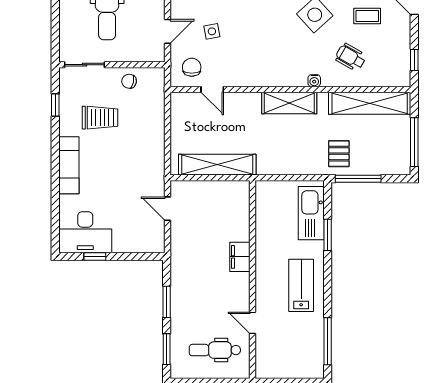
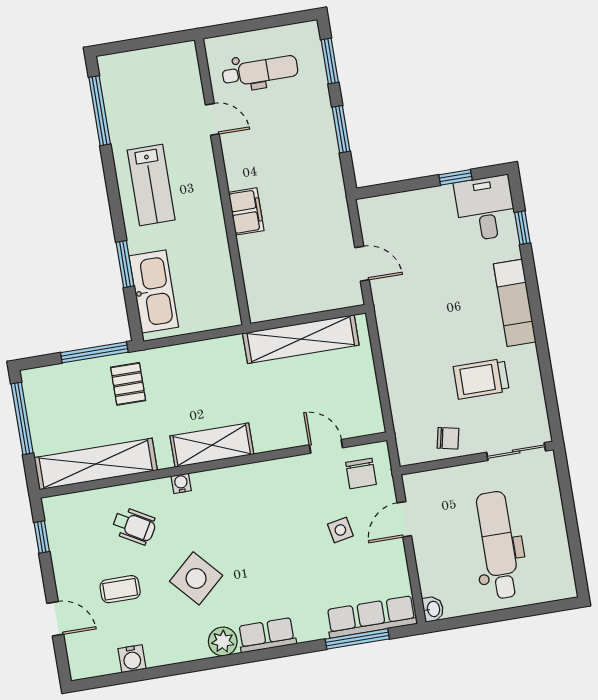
window: (55, 105) -> (522, 228), moved
desk: (85, 232) -> (485, 208), width x0.73

